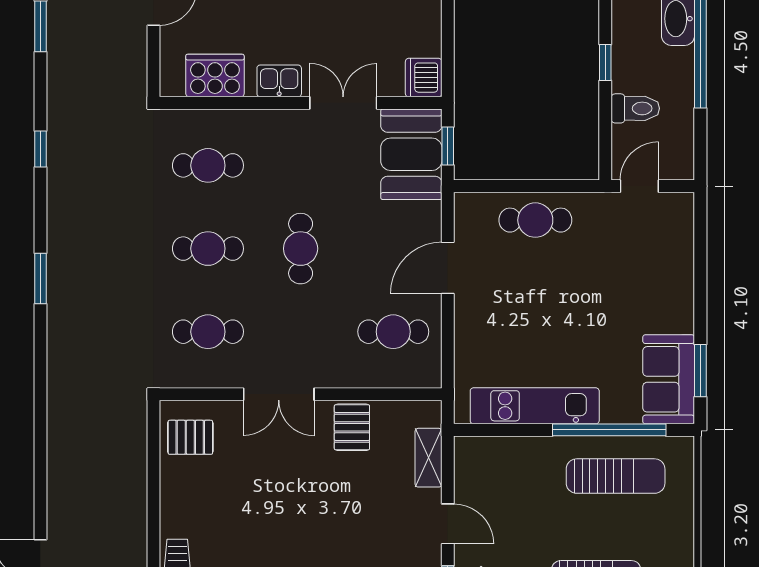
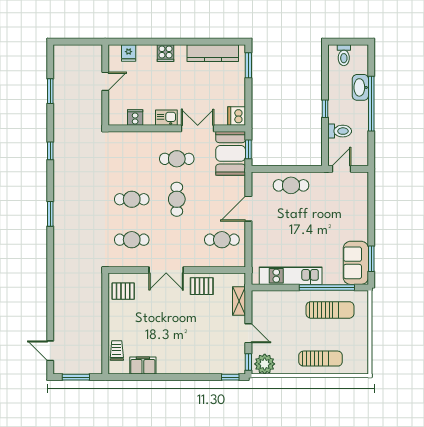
cooker: (215, 76) -> (135, 118), width x0.53, depth x0.76
cafe table: (208, 165) -> (177, 159), moved
pallet: (352, 427) -> (202, 286), turned 90

